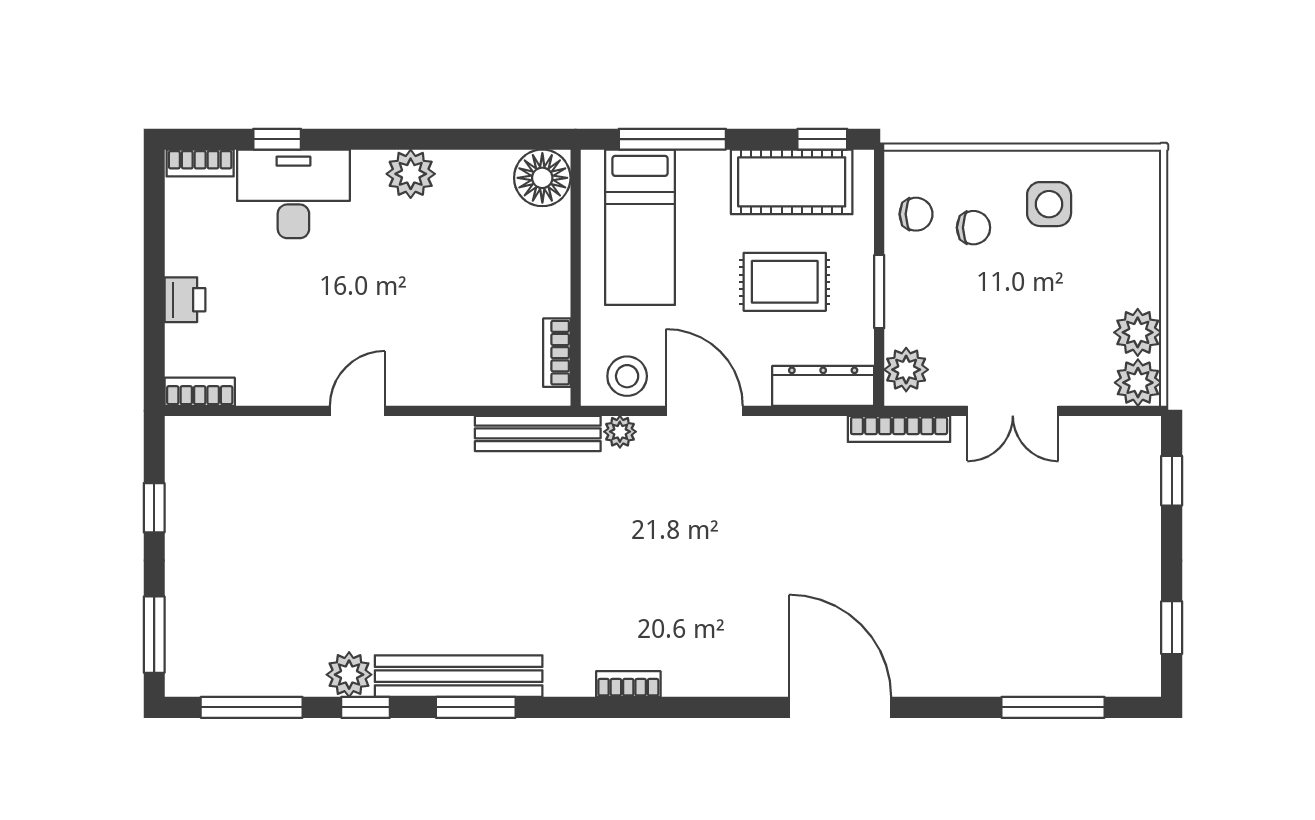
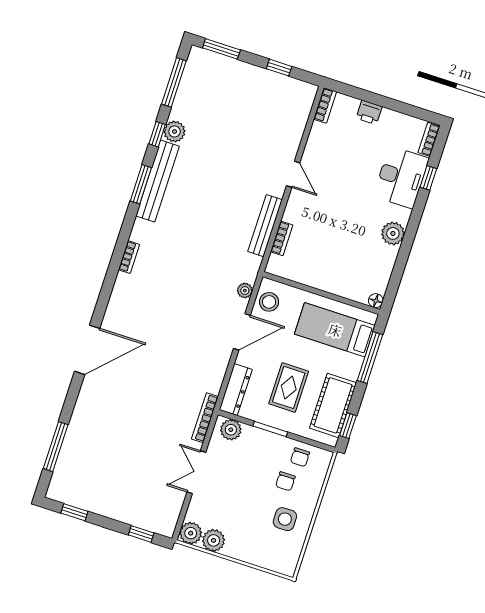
floor lamp: (542, 178) -> (376, 301), width x0.53, depth x0.53
bookcase: (557, 353) -> (282, 238), moved, turned 90
bench: (538, 433) -> (265, 226), moved

